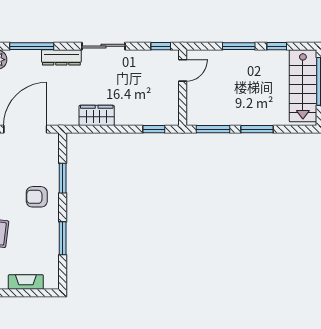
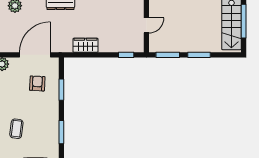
door: (183, 70) -> (146, 25), moved
armchair: (37, 197) -> (37, 83), moved, turned 93

